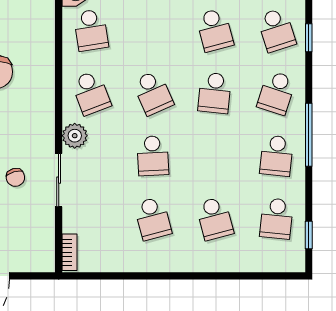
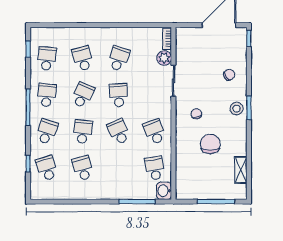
plant: (75, 136) -> (164, 58), moved
school desk: (215, 156) -> (83, 95), added
chair: (15, 177) -> (196, 114), moved
school desk: (153, 219) -> (119, 59), turned 33

